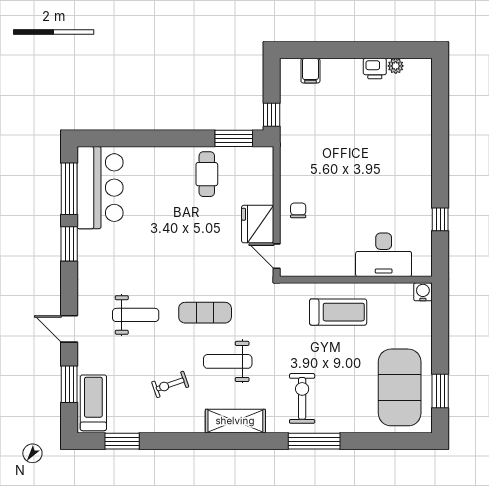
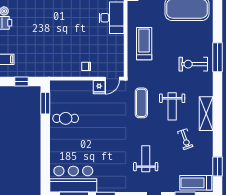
window: (272, 115) -> (22, 81), moved
fridge: (258, 224) -> (99, 87), width x0.53, depth x0.75
exercise mat: (205, 313) -> (141, 103), moved
shelving: (235, 421) -> (206, 114), moved

